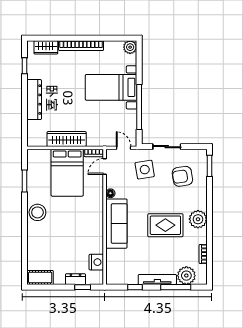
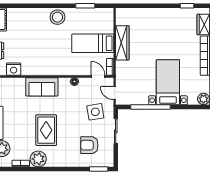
dresser: (34, 100) -> (157, 14), removed
door: (124, 148) -> (115, 93), swing flipped
bed: (67, 173) -> (93, 43), width x0.67
armchair: (182, 176) -> (89, 145), turned -81
plant: (198, 219) -> (38, 159), moved
sofa: (116, 224) -> (42, 87), width x0.73

